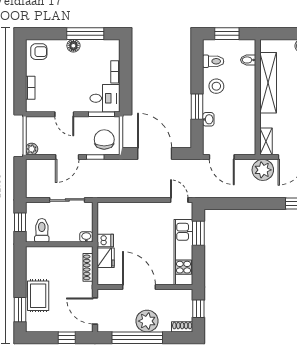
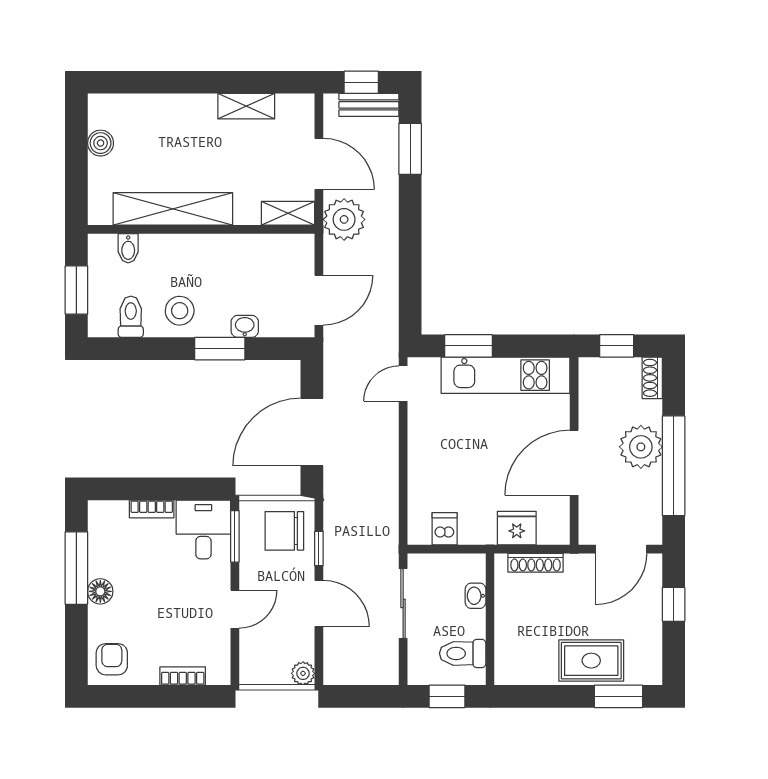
washbasin: (86, 237) -> (475, 596), moved
dishwasher: (105, 240) -> (445, 529), moved

